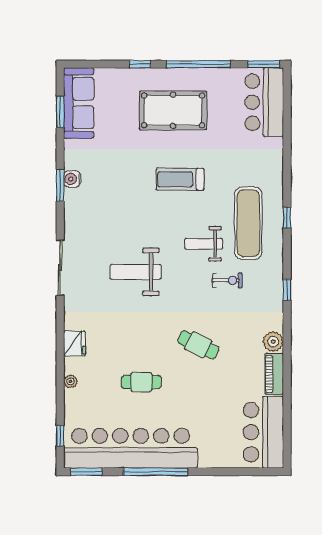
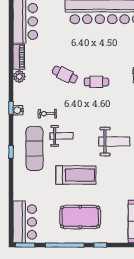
treadmill: (180, 179) -> (76, 175), width x1.37, depth x1.38
weight bench: (136, 272) -> (114, 141), moved
water cooler: (275, 286) -> (18, 110), added
cafe table: (141, 382) -> (96, 82), moved

